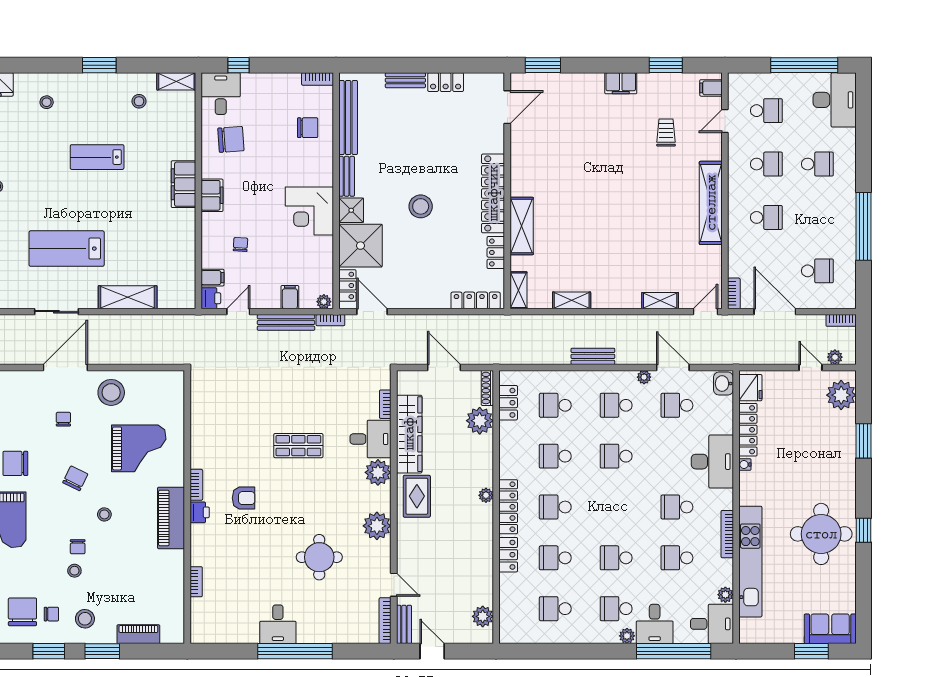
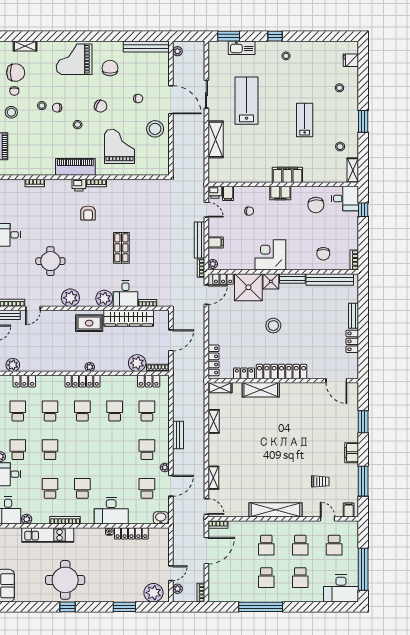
window: (543, 65) -> (363, 422), moved
window: (666, 65) -> (363, 481), width x1.44
school desk: (817, 271) -> (266, 578), moved
fridge: (750, 388) -> (158, 535), removed
grand piano: (139, 448) -> (120, 146), turned 180
school desk: (616, 456) -> (115, 450), removed
locker: (508, 555) -> (24, 381), moved
kitchen unit: (750, 562) -> (48, 535), width x0.73

